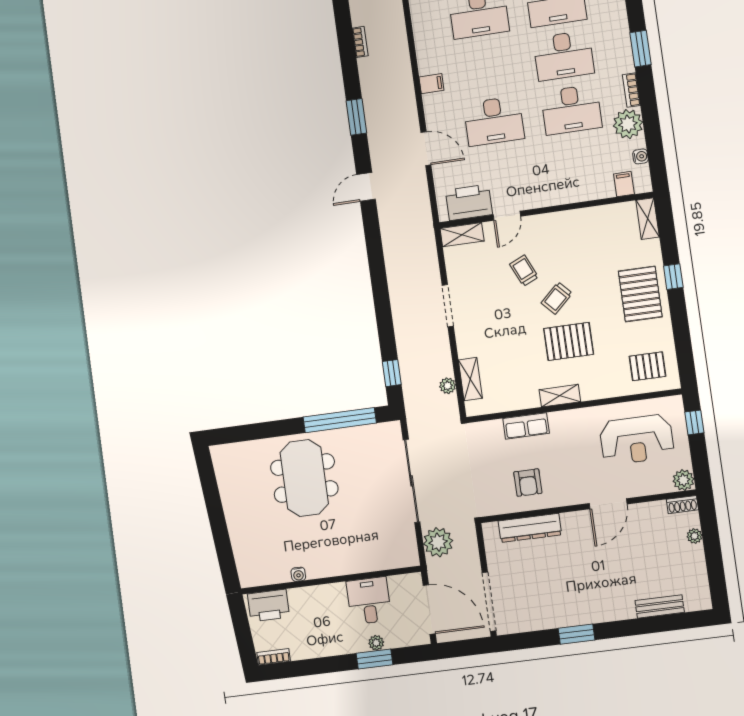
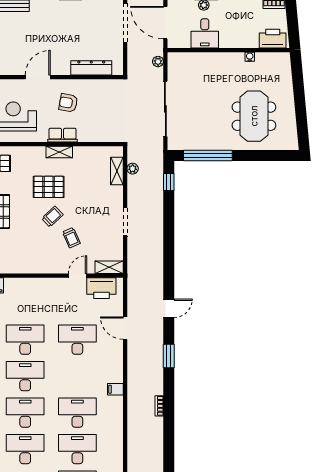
filing cabinet: (431, 84) -> (115, 389), moved
row of seats: (526, 426) -> (63, 135), moved
meeting table: (304, 478) -> (254, 116), moved
armchair: (528, 483) -> (68, 103), moved, turned -80
plant: (438, 542) -> (158, 62), width x0.53, depth x0.53

